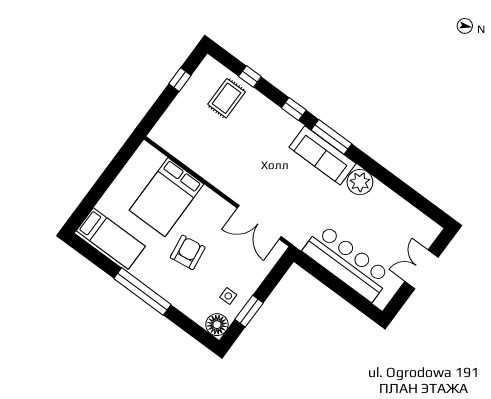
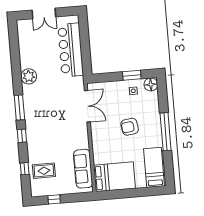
sofa: (323, 155) -> (83, 169), moved, turned 180
bed: (166, 197) -> (114, 177), moved

